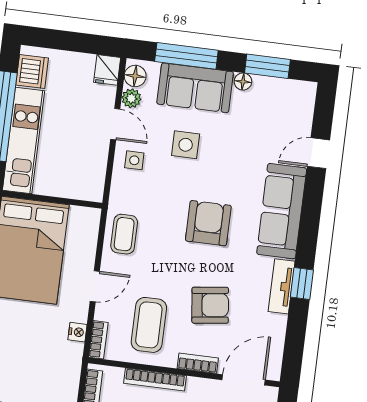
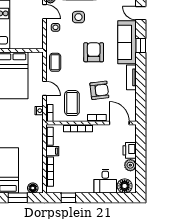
door: (318, 153) -> (141, 13), hinge flipped
window: (302, 284) -> (141, 46), moved
door: (95, 286) -> (45, 88), hinge flipped
door: (244, 380) -> (119, 123), hinge flipped

